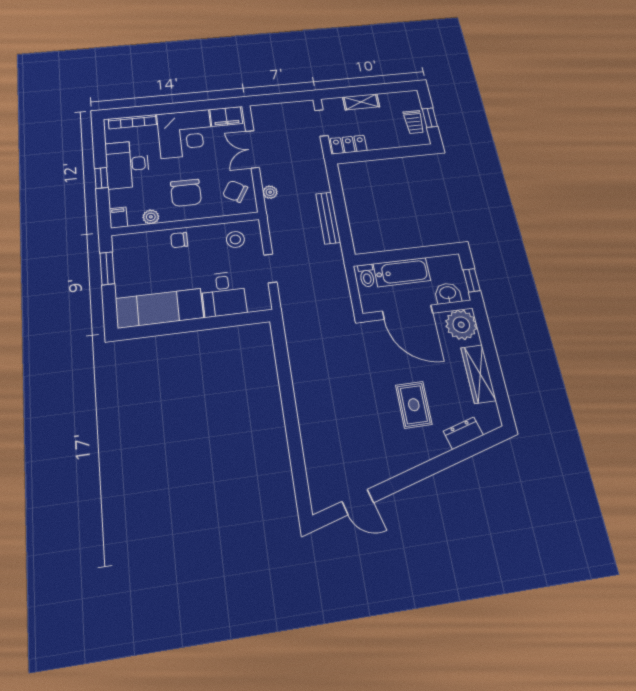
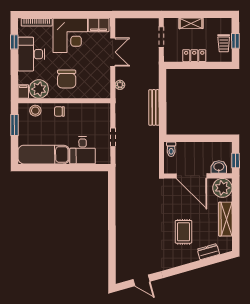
locker: (349, 145) -> (194, 56), moved
double door: (252, 149) -> (113, 52), swing flipped
window: (101, 178) -> (14, 42), moved
chair: (235, 191) -> (98, 82), removed
plant: (151, 217) -> (39, 89), width x1.88, depth x1.88
stool: (235, 239) -> (35, 111), moved
bathtub: (402, 272) -> (193, 150), removed

